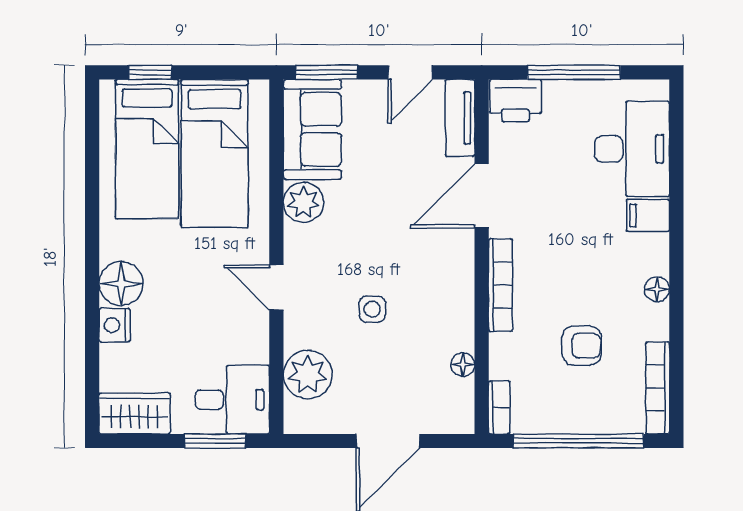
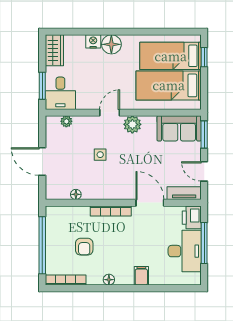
desk: (632, 149) -> (185, 251), moved, turned -90
plant: (303, 202) -> (132, 124), moved
plant: (308, 375) -> (66, 121), width x0.53, depth x0.53
bookcase: (499, 407) -> (57, 210), removed

